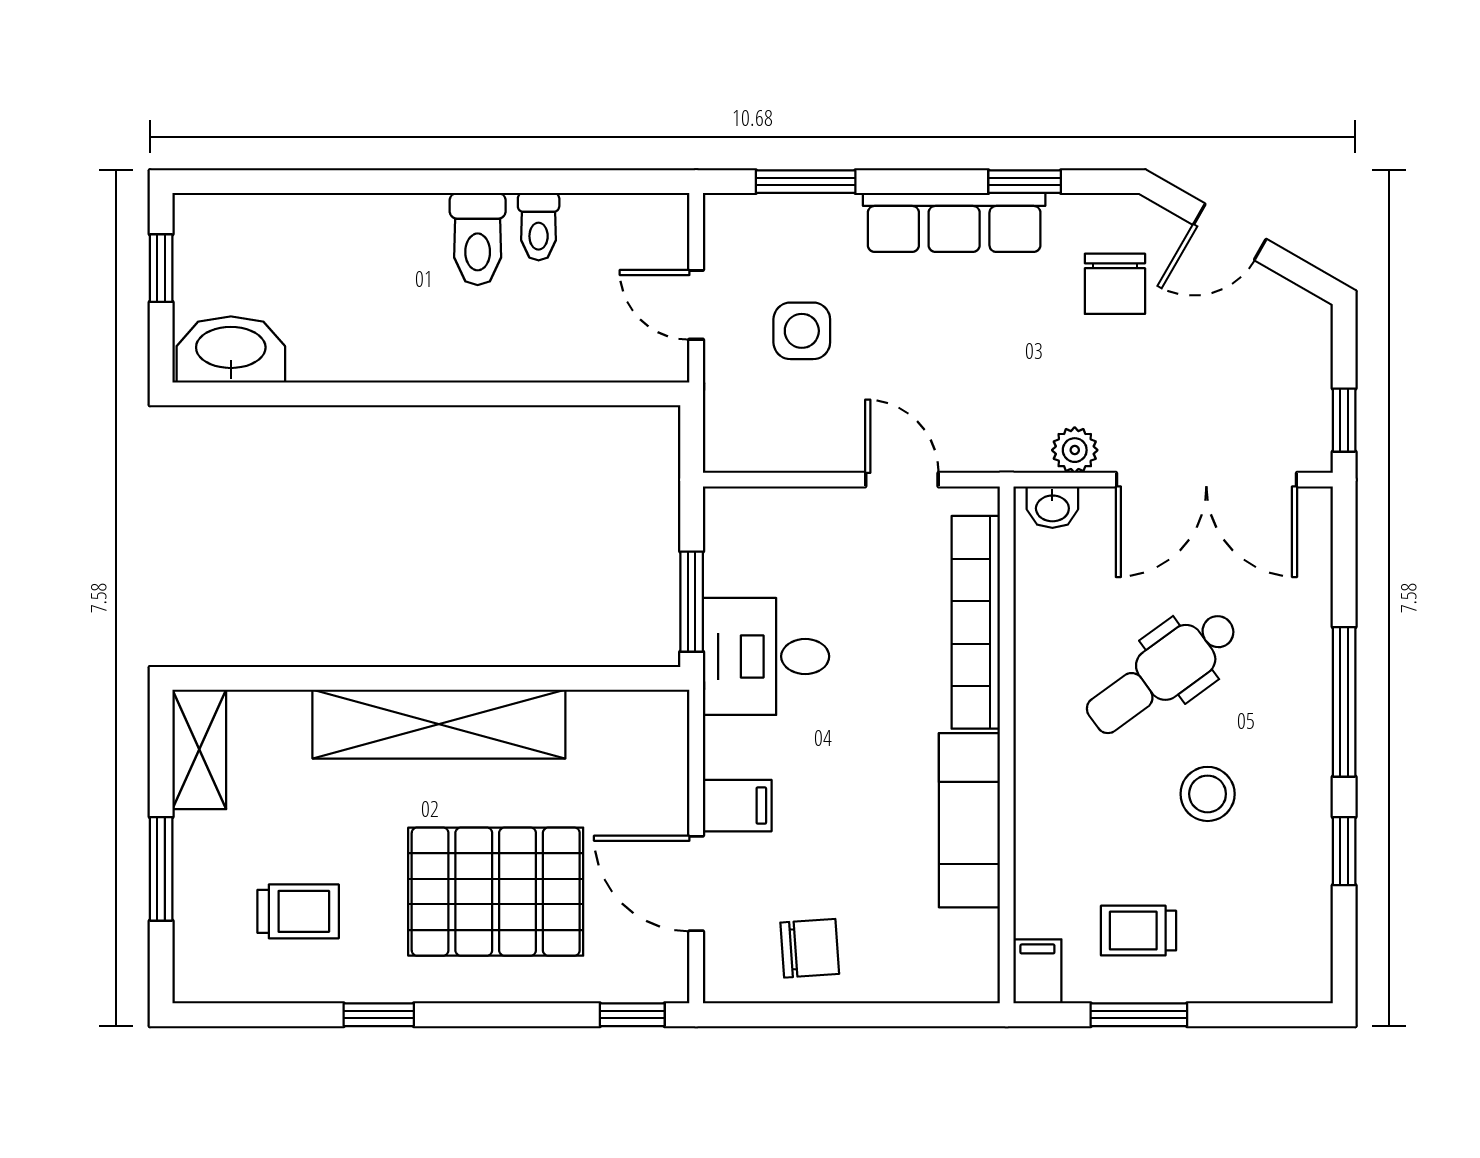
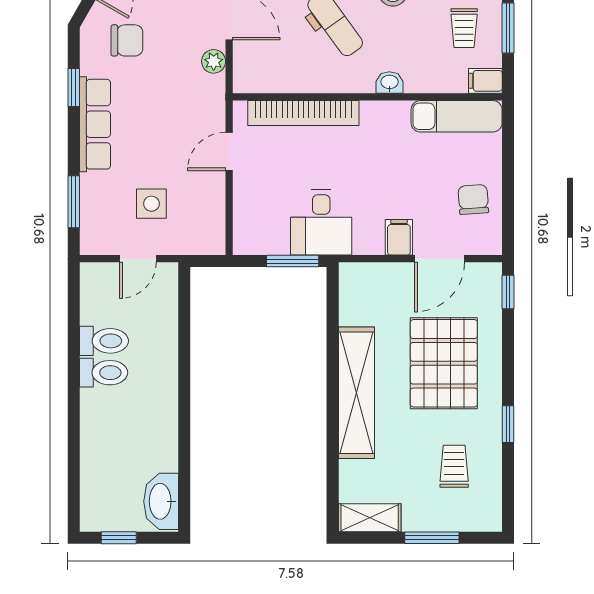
toilet: (539, 227) -> (104, 341), width x1.37, depth x1.39
washbasin: (1052, 507) -> (389, 83), moved, turned -90
exam couch: (969, 820) -> (457, 116), moved

